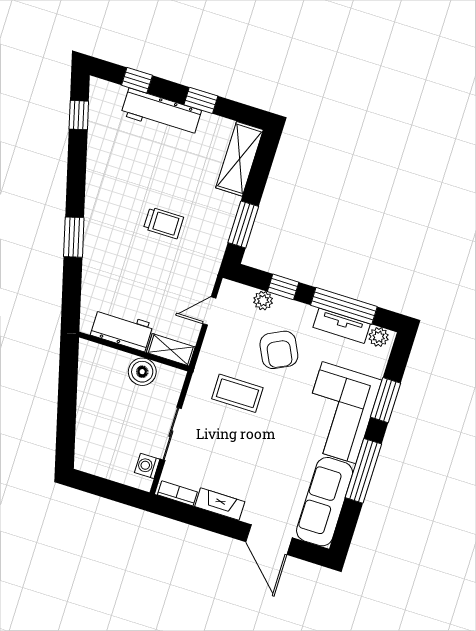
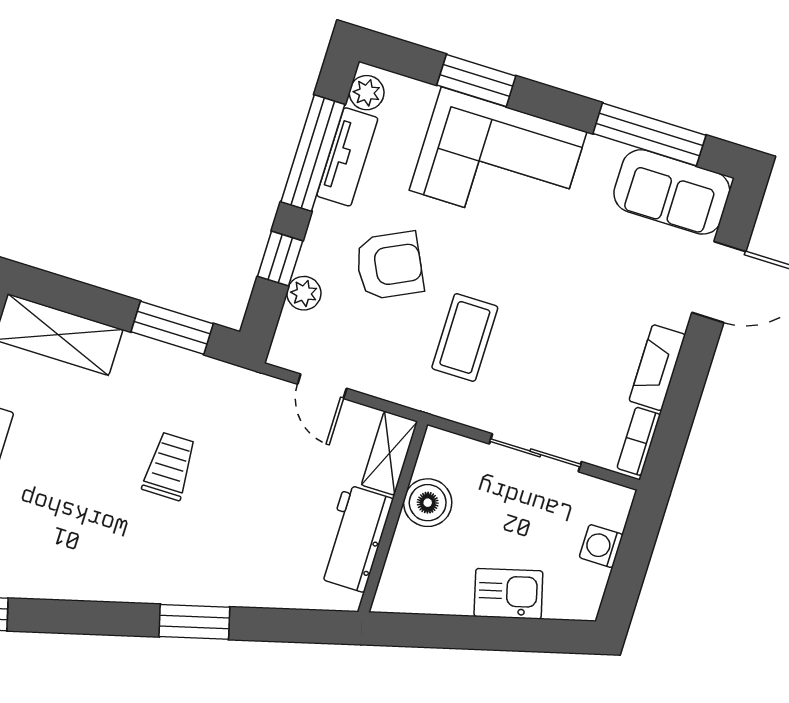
kitchen sink: (90, 418) -> (508, 594), added
washing machine: (147, 466) -> (601, 546), moved, turned 90
window: (363, 471) -> (649, 134), moved
sofa: (325, 502) -> (672, 192), width x0.73

